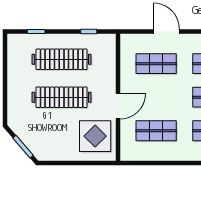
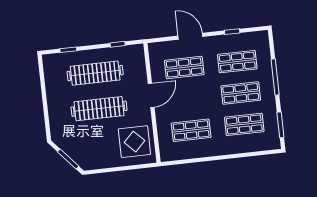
door: (118, 106) -> (151, 95), moved

